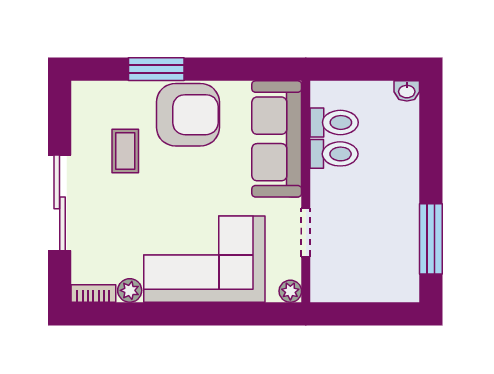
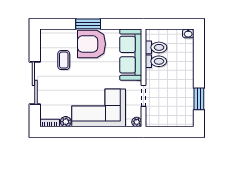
window: (156, 69) -> (88, 24), moved
armchair: (188, 115) -> (91, 44), turned 180
window: (431, 239) -> (199, 99), width x0.69

